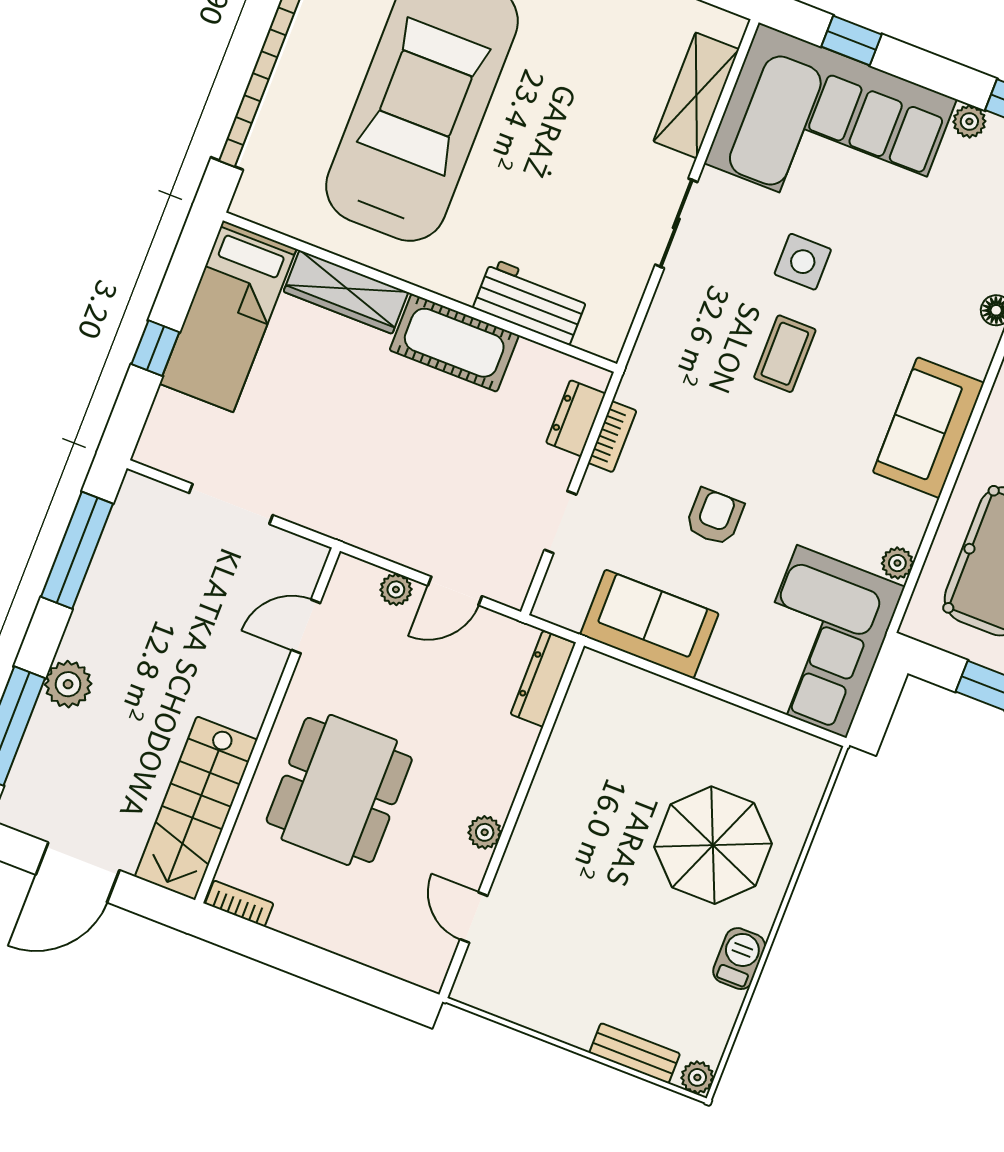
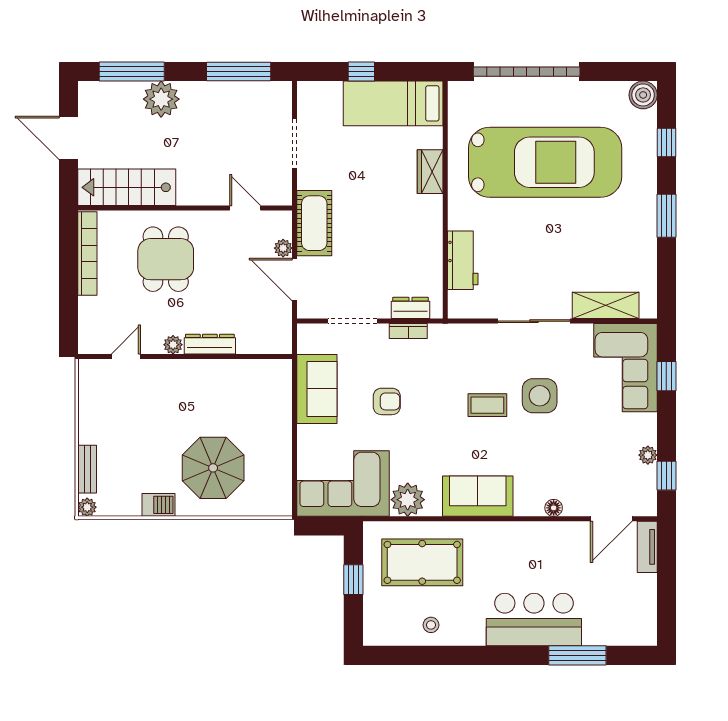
corner sofa: (830, 131) -> (625, 368), width x0.73, depth x0.74
sliding door: (676, 223) -> (534, 321), width x1.37
side table: (803, 262) -> (540, 396), width x1.37, depth x1.37
wardrobe: (346, 292) -> (430, 172), width x0.67
cot: (454, 343) -> (314, 223), moved
doorway: (560, 522) -> (352, 321), width x1.38
plant: (897, 563) -> (408, 500), width x1.88, depth x1.88
door: (455, 591) -> (295, 279), width x1.37
dresser: (543, 679) -> (210, 344), moved
plant: (68, 684) -> (161, 99), width x1.36, depth x1.36
dining table: (339, 790) -> (166, 259), width x0.73
bookcase: (239, 904) -> (87, 253), width x2.31, depth x1.31

